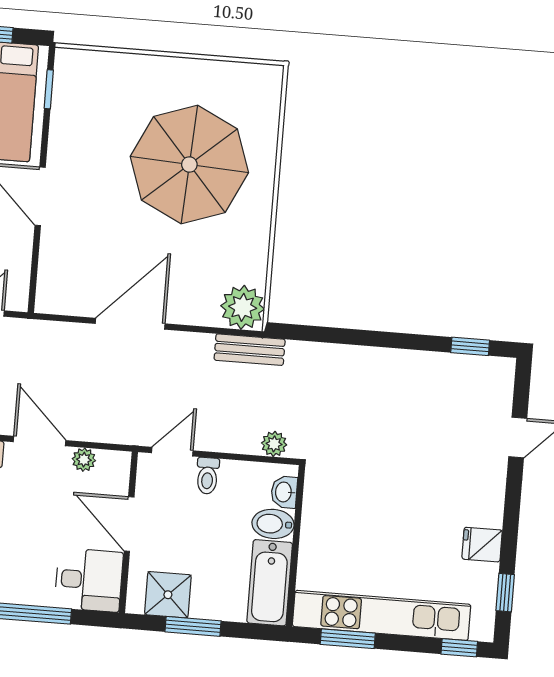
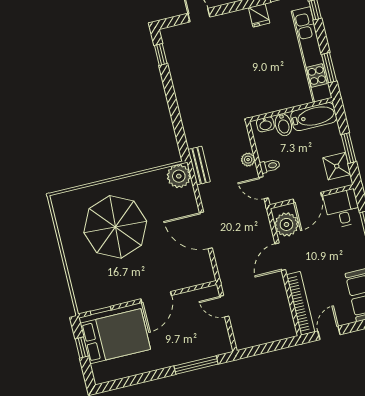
plant: (274, 444) -> (248, 160), moved
plant: (84, 460) -> (286, 224), width x1.87, depth x1.87

